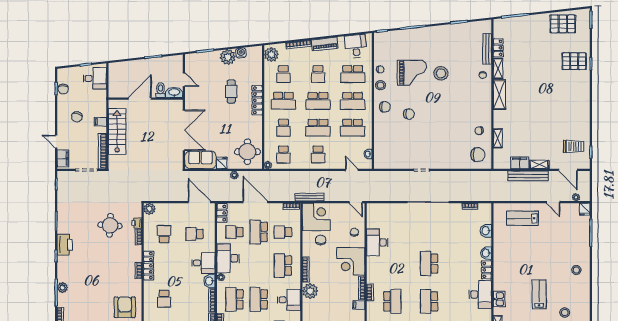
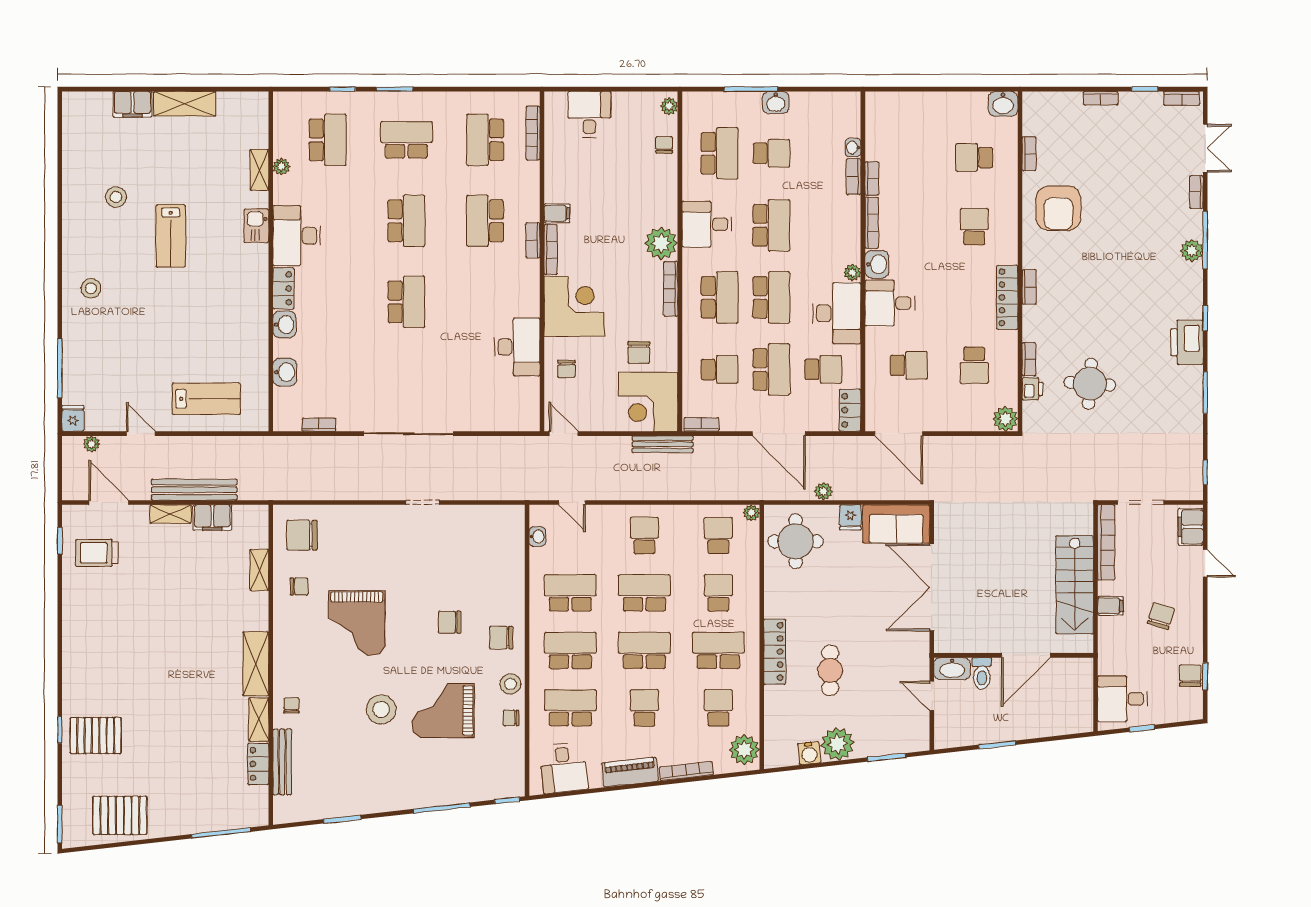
grand piano: (452, 114) -> (357, 623), added
school desk: (234, 299) -> (771, 297), moved

